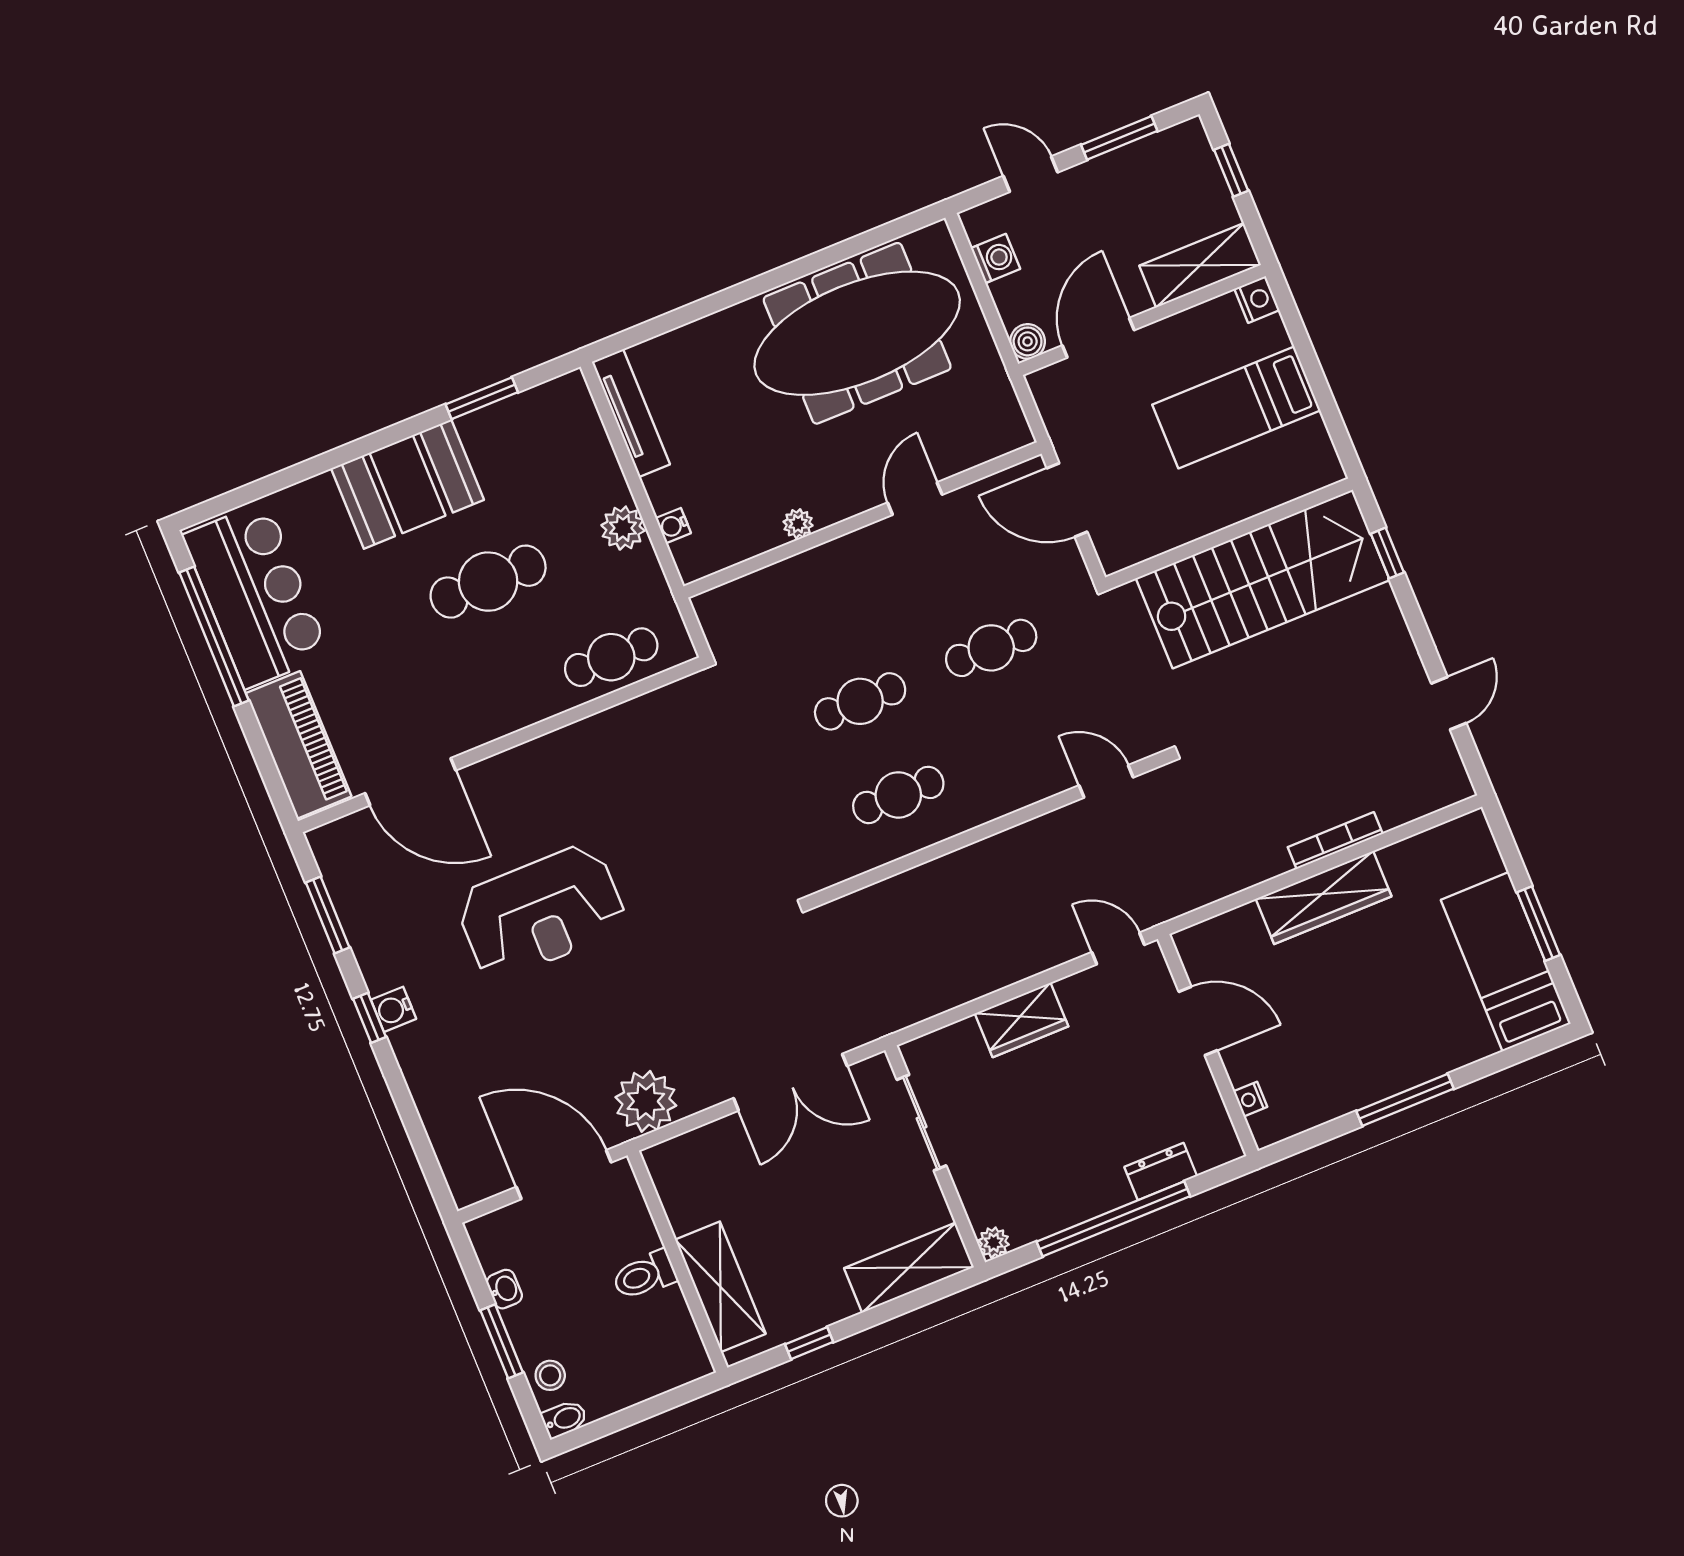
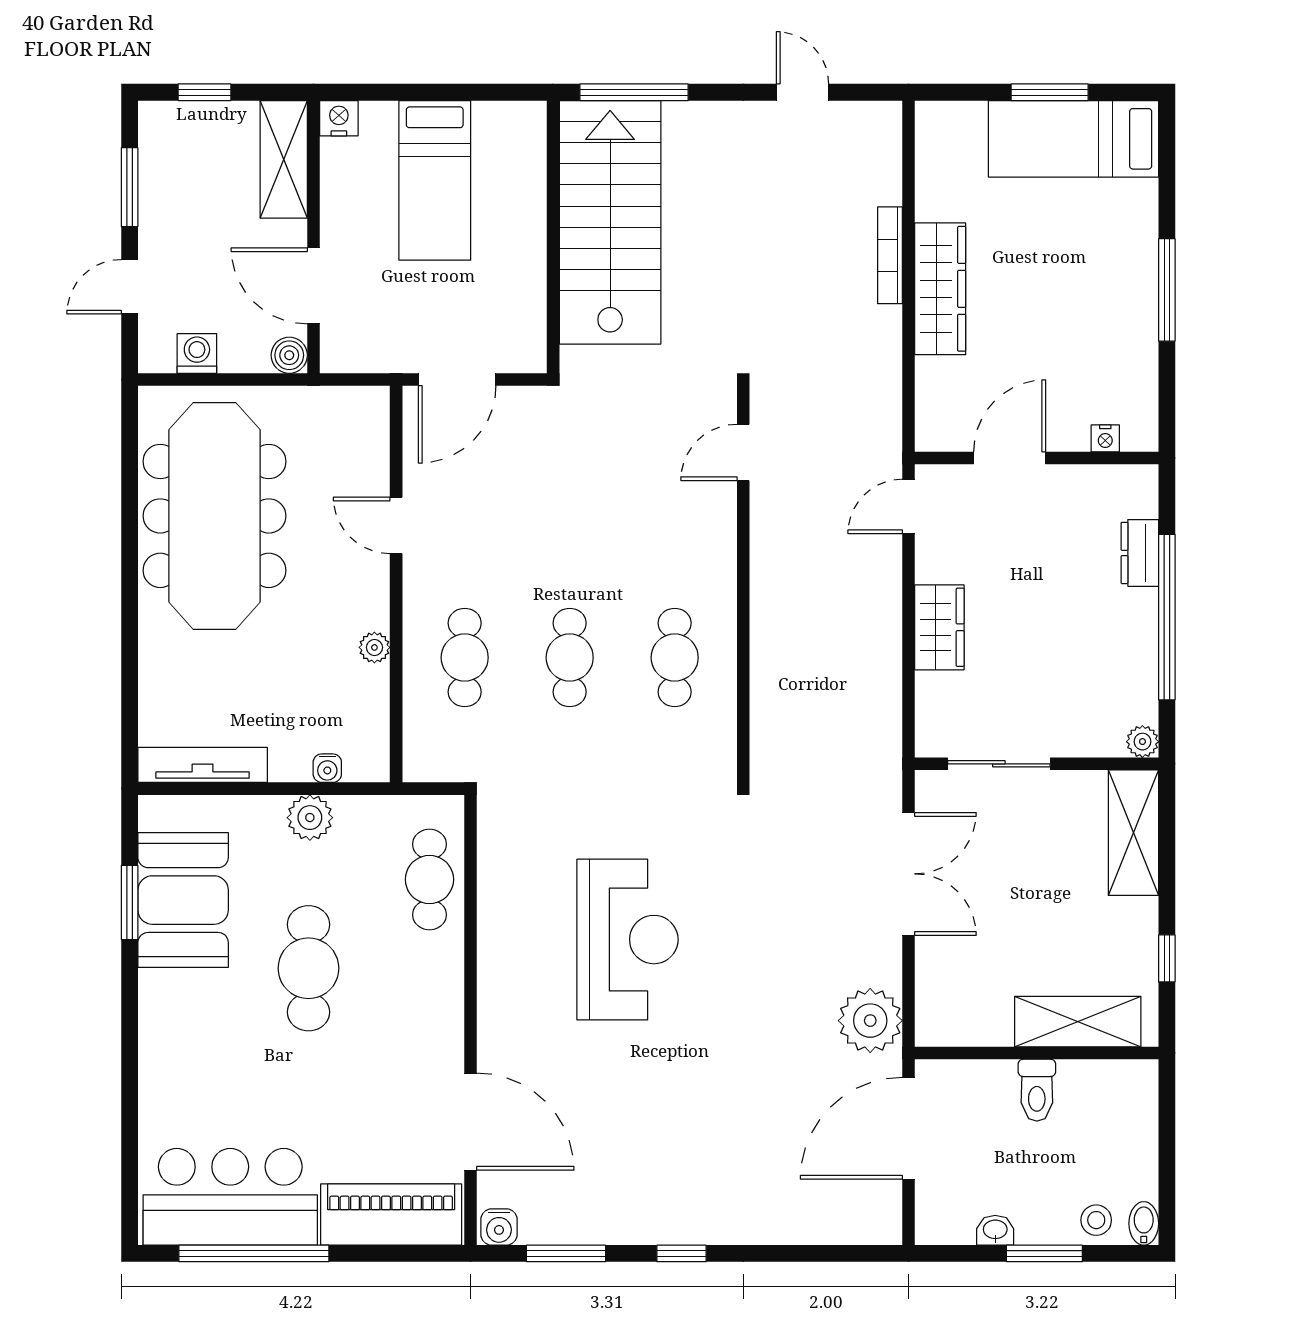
booth: (407, 484) -> (183, 900), moved
window: (1387, 553) -> (634, 92), width x2.17
cafe table: (991, 648) -> (465, 658), moved
door: (410, 782) -> (470, 1122), hinge flipped
reception desk: (541, 912) -> (628, 940), moved
water cooler: (394, 1009) -> (499, 1227), moved

